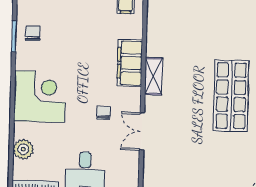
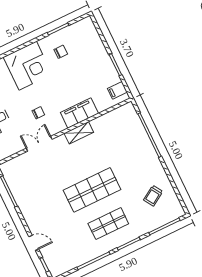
chair: (33, 33) -> (61, 52), moved

